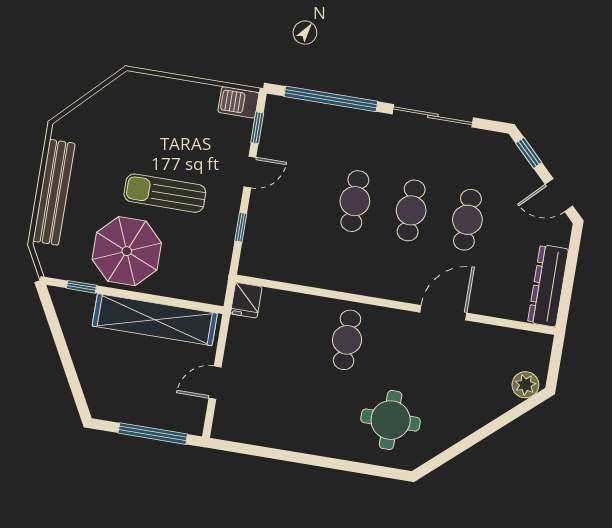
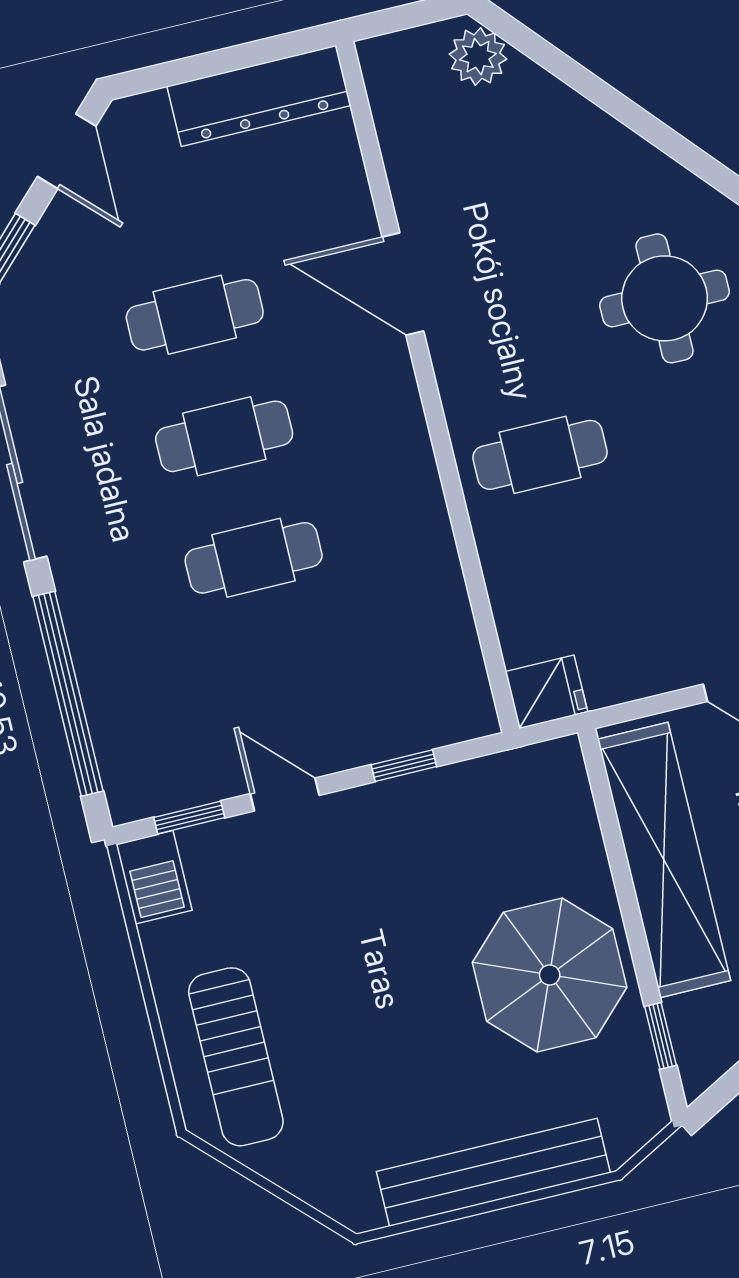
sun lounger: (165, 193) -> (236, 1057), moved

